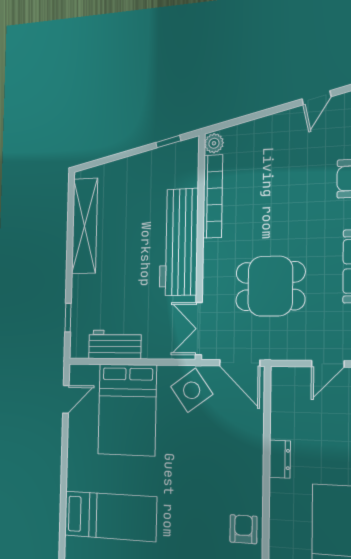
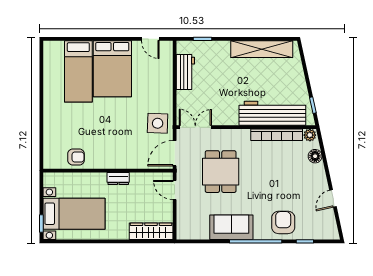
door: (317, 98) -> (333, 198), hinge flipped
floor lamp: (247, 132) -> (315, 156), added
workbench: (179, 242) -> (272, 113), moved
door: (328, 364) -> (175, 190), moved
side table: (192, 390) -> (158, 123), turned 38
bed: (127, 410) -> (112, 69), moved, turned -90

